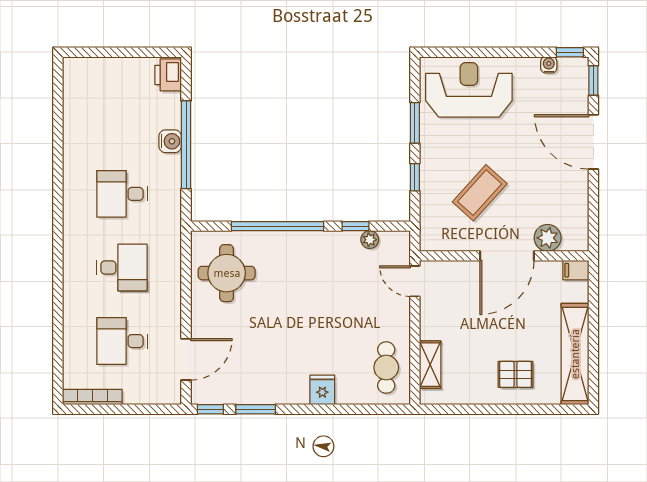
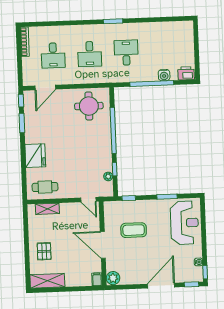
water cooler: (170, 141) -> (164, 75), moved
window: (415, 177) -> (129, 198), moved
coffee table: (480, 193) -> (134, 230), turned -42
window: (58, 218) -> (113, 21), added
plant: (548, 238) -> (113, 278), moved
door: (415, 281) -> (88, 200), swing flipped
desk: (122, 341) -> (53, 55), turned 180
shelving: (575, 354) -> (47, 281), width x0.68
door: (186, 359) -> (45, 88), hinge flipped
fridge: (322, 390) -> (35, 156), width x1.88, depth x1.34

